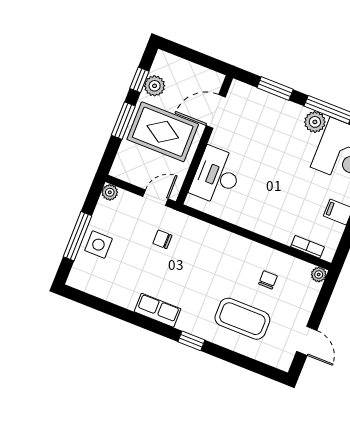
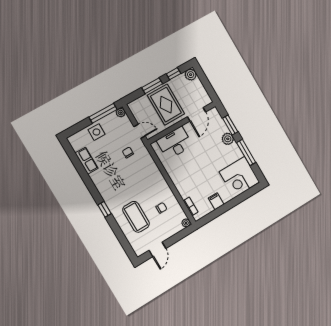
plant: (155, 86) -> (191, 75), moved
door: (216, 111) -> (197, 114), swing flipped
plant: (315, 122) -> (228, 139), moved
window: (77, 236) -> (103, 113), moved
row of seats: (158, 310) -> (87, 161), moved

